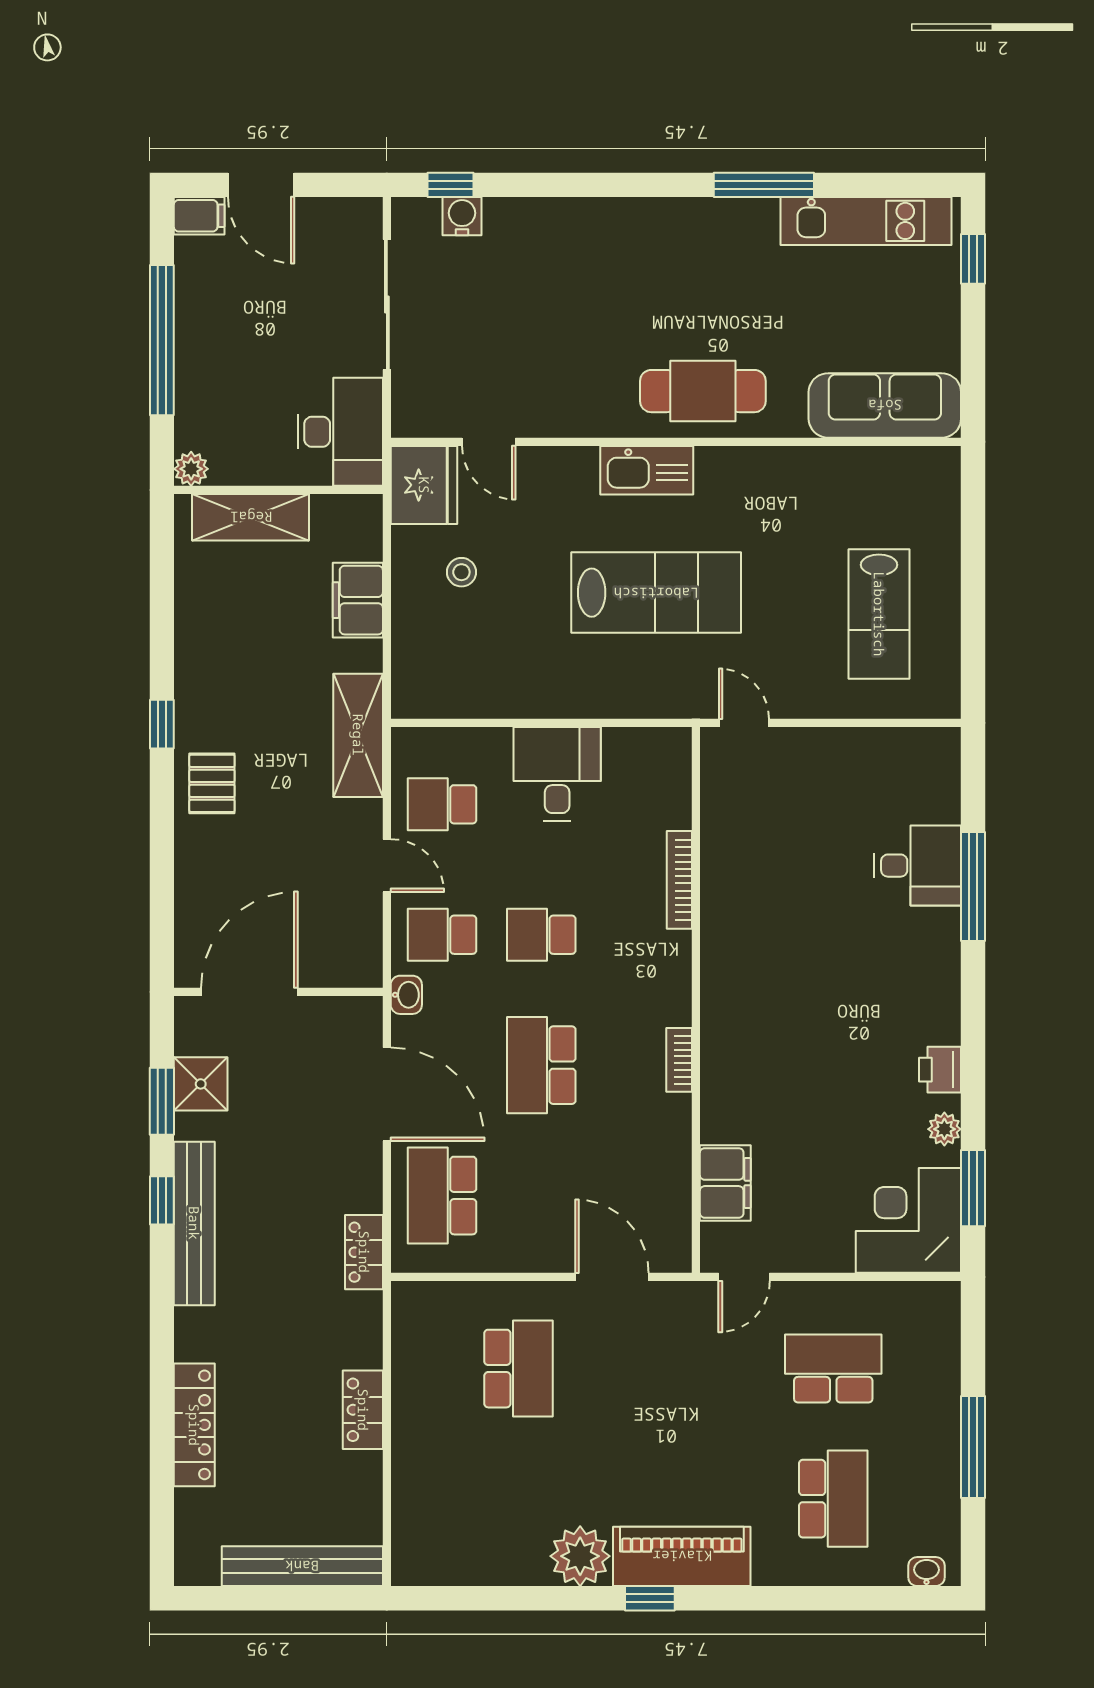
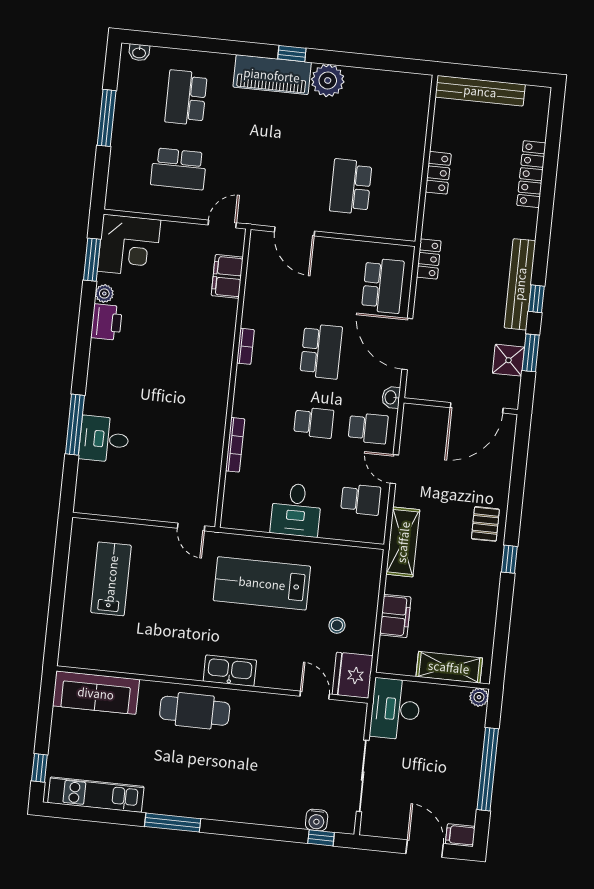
window: (764, 185) -> (173, 823), moved
lab bench: (656, 593) -> (262, 583), moved
printer: (940, 1070) -> (107, 322), width x1.36, depth x1.24

